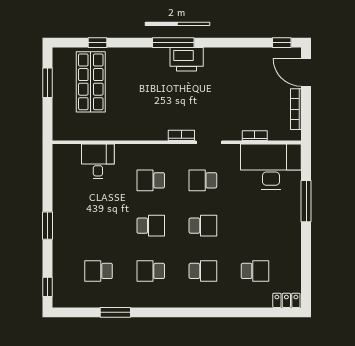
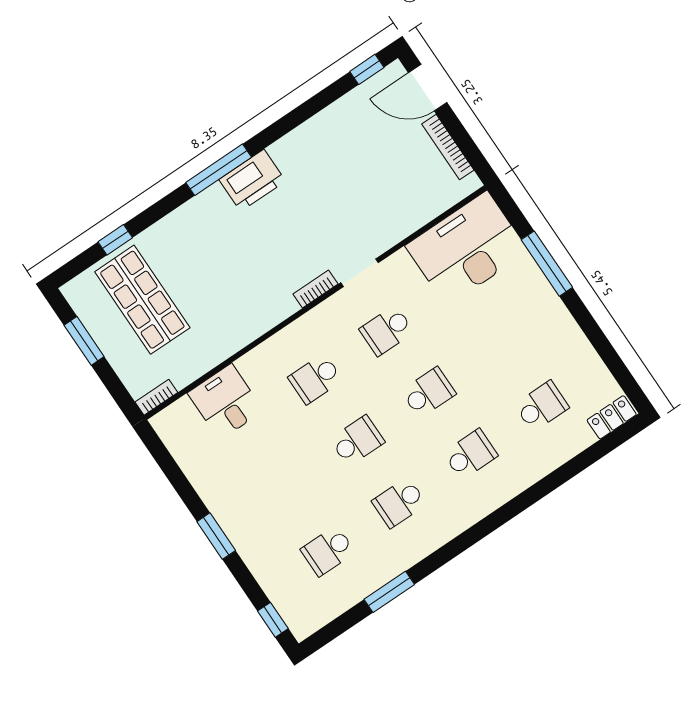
bookcase: (255, 136) -> (156, 397), moved

